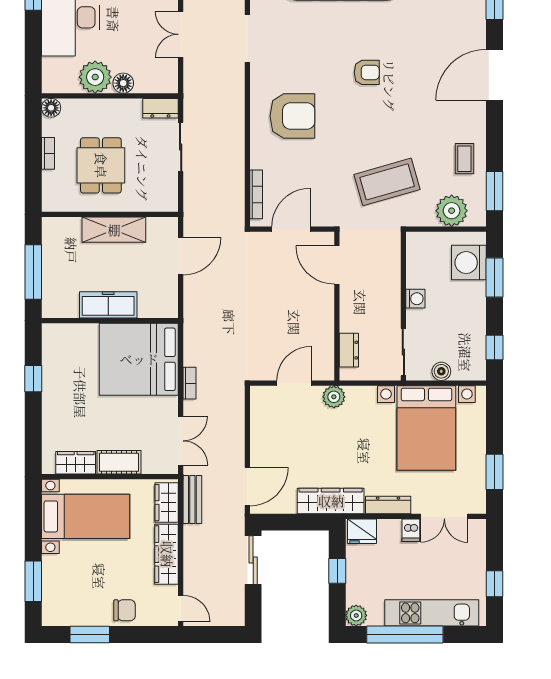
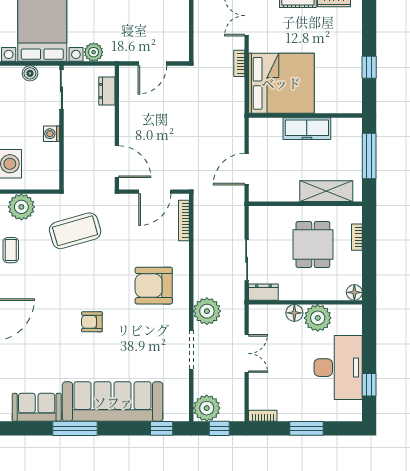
plant: (228, 85) -> (207, 311), added
bookcase: (48, 153) -> (357, 237), moved
shelving: (114, 230) -> (326, 191), moved
plant: (334, 397) -> (94, 52), moved

